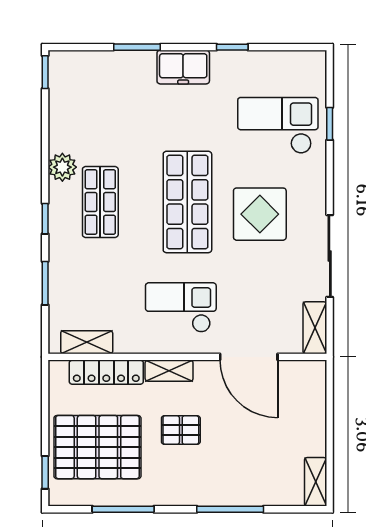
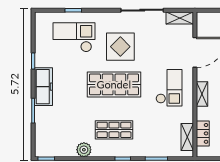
freezer: (183, 67) -> (44, 87), width x1.40
checkout: (278, 125) -> (74, 37), turned 90
plant: (62, 167) -> (84, 150), moved
checkout: (181, 307) -> (169, 88), turned 180
locker: (106, 372) -> (203, 133), width x0.66

